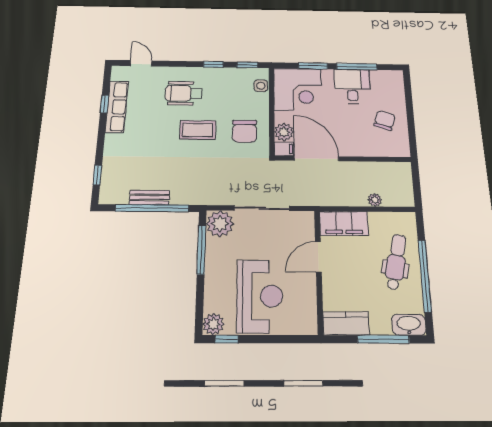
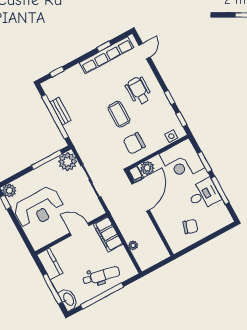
row of seats: (117, 107) -> (107, 55), width x1.36

